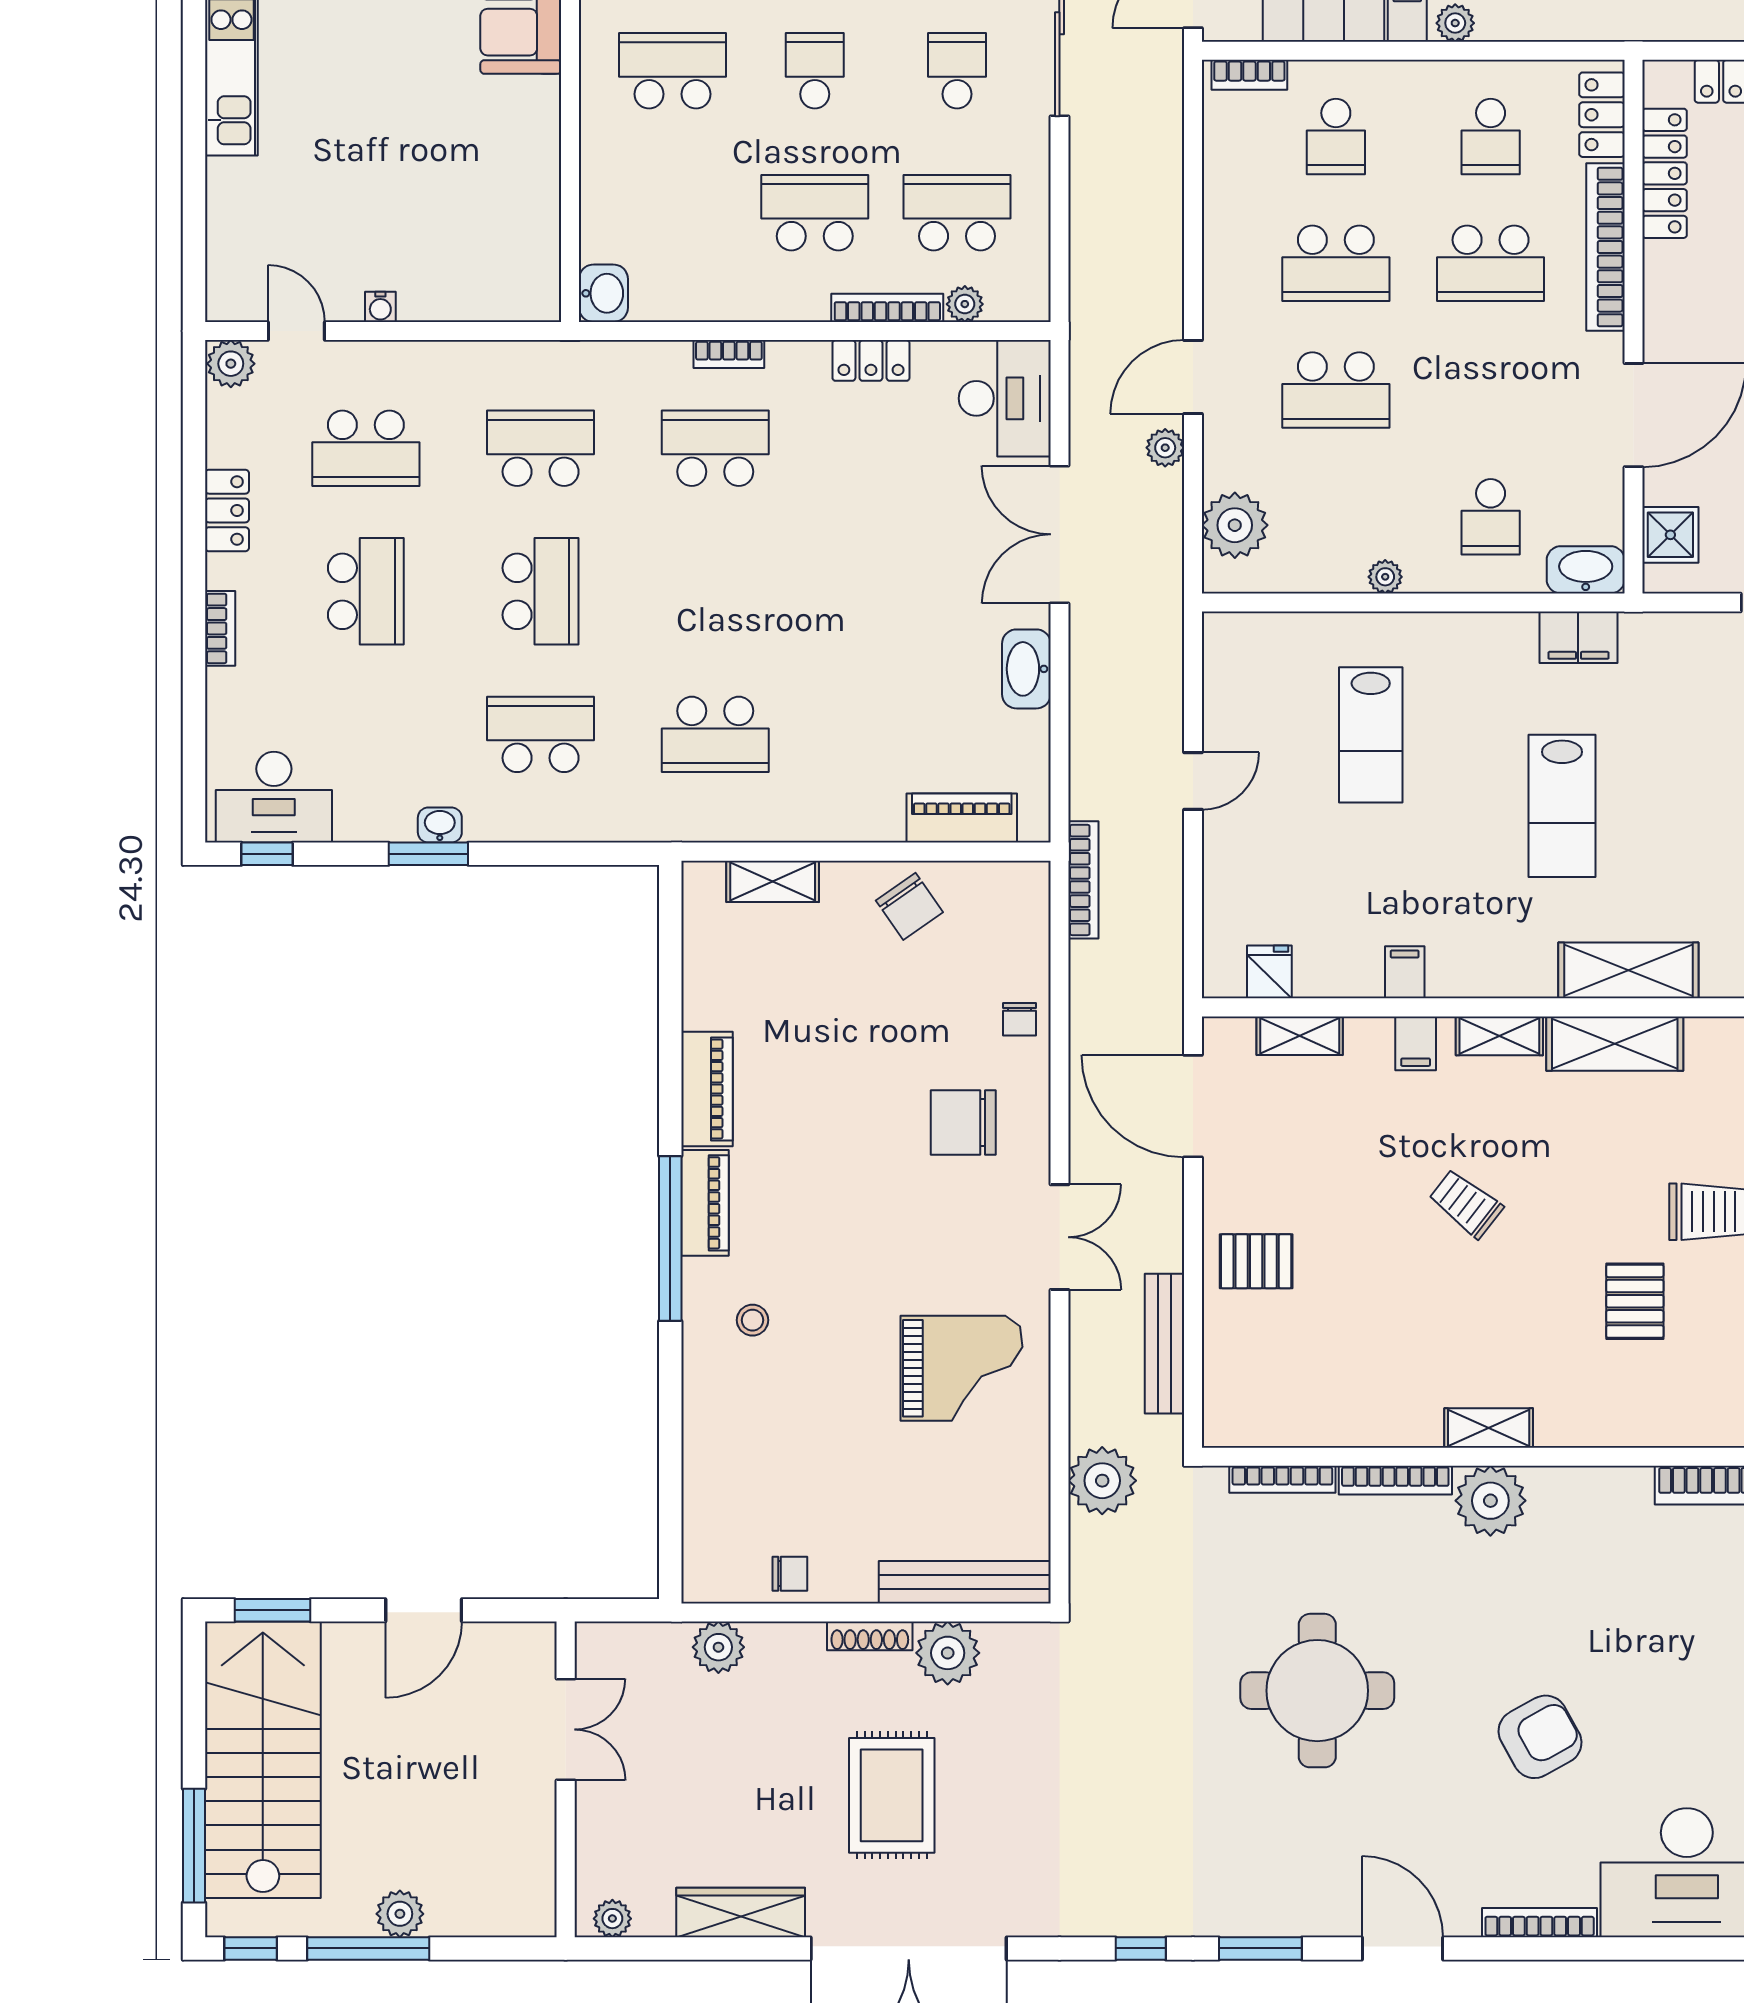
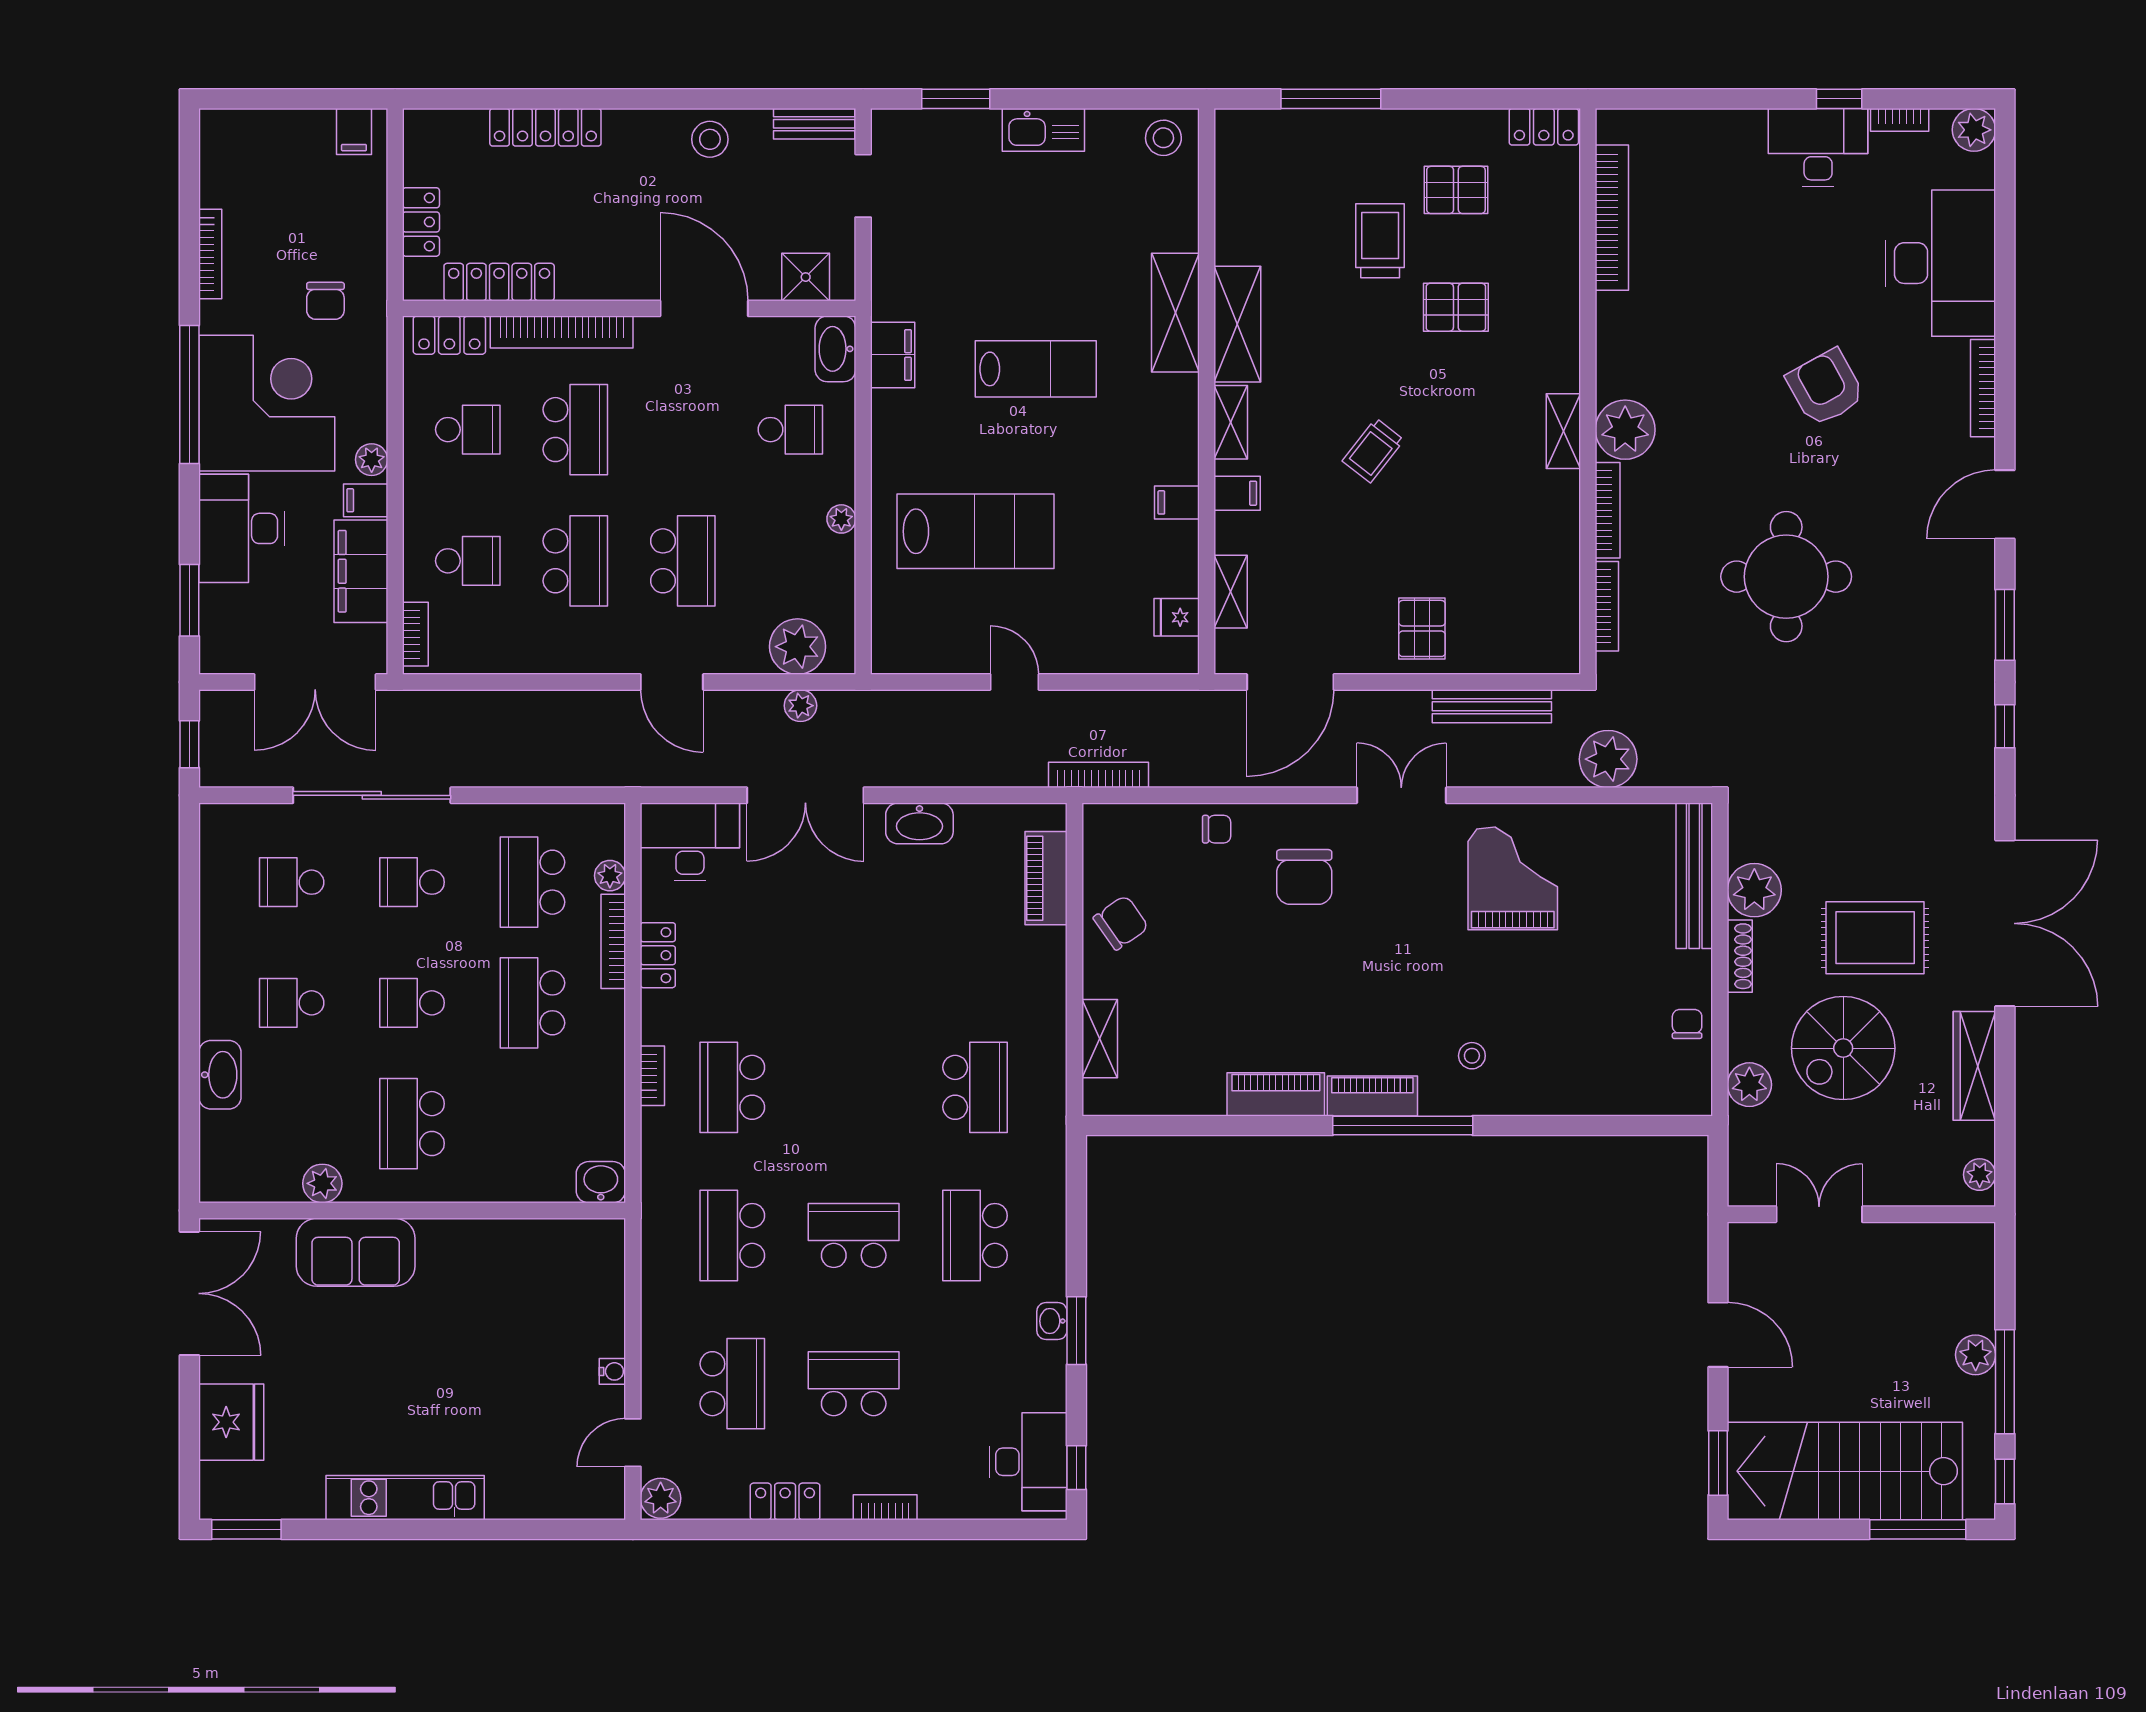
plant: (1165, 448) -> (800, 706), moved
lab bench: (1371, 735) -> (975, 531), width x1.36, depth x1.39
spiral stairs: (762, 1758) -> (1843, 1048), added

